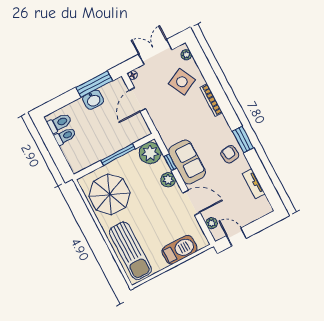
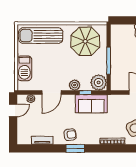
sofa: (187, 162) -> (91, 104), moved

